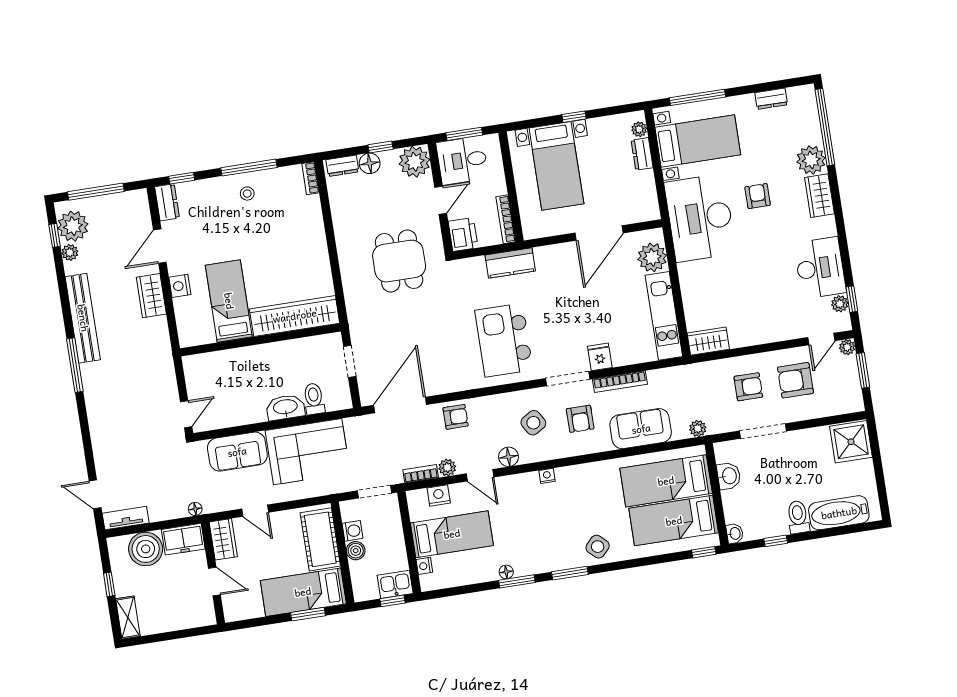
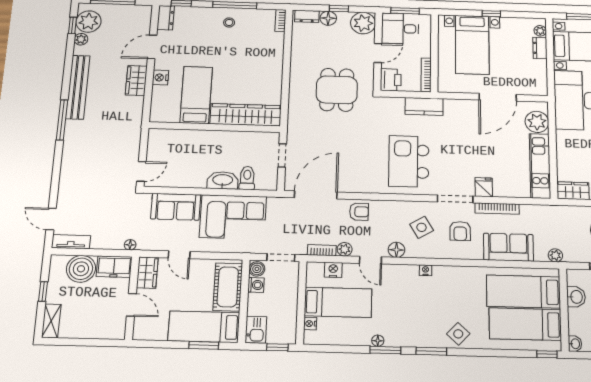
boiler: (356, 551) -> (257, 269), moved
kitchen sink: (395, 584) -> (256, 330), moved, turned 90

